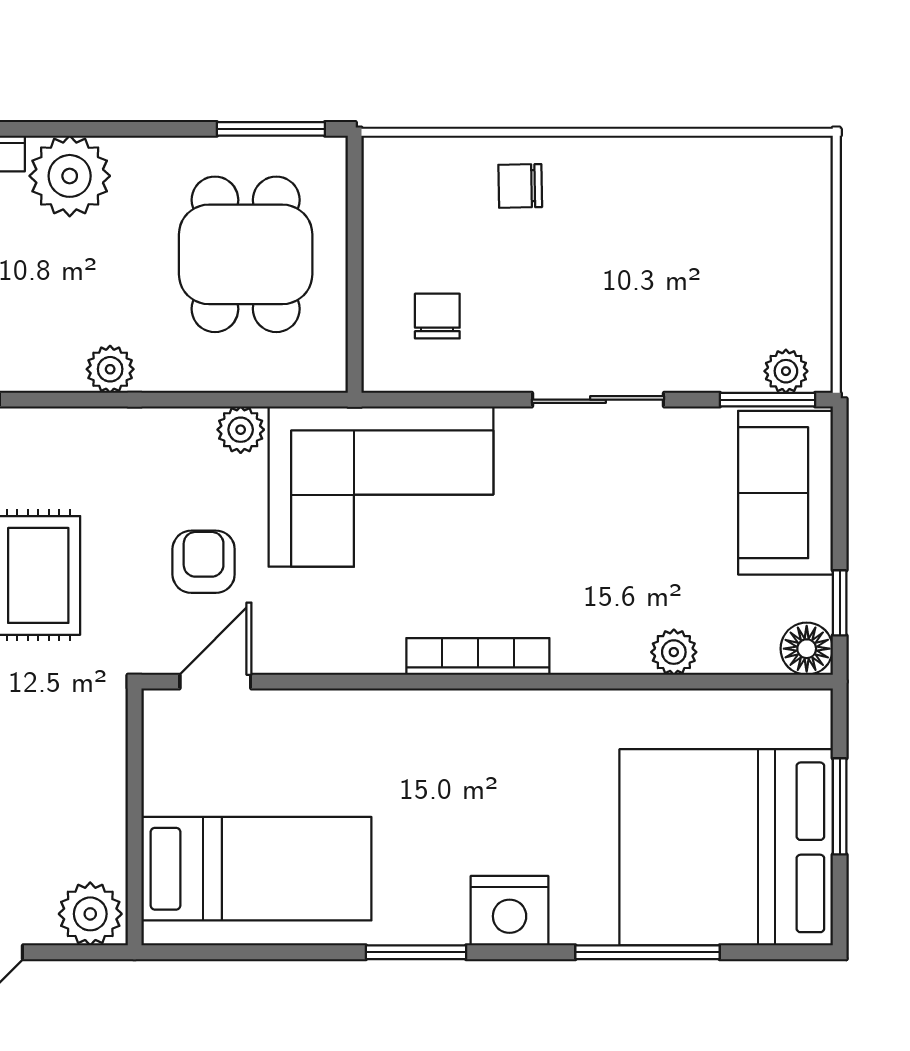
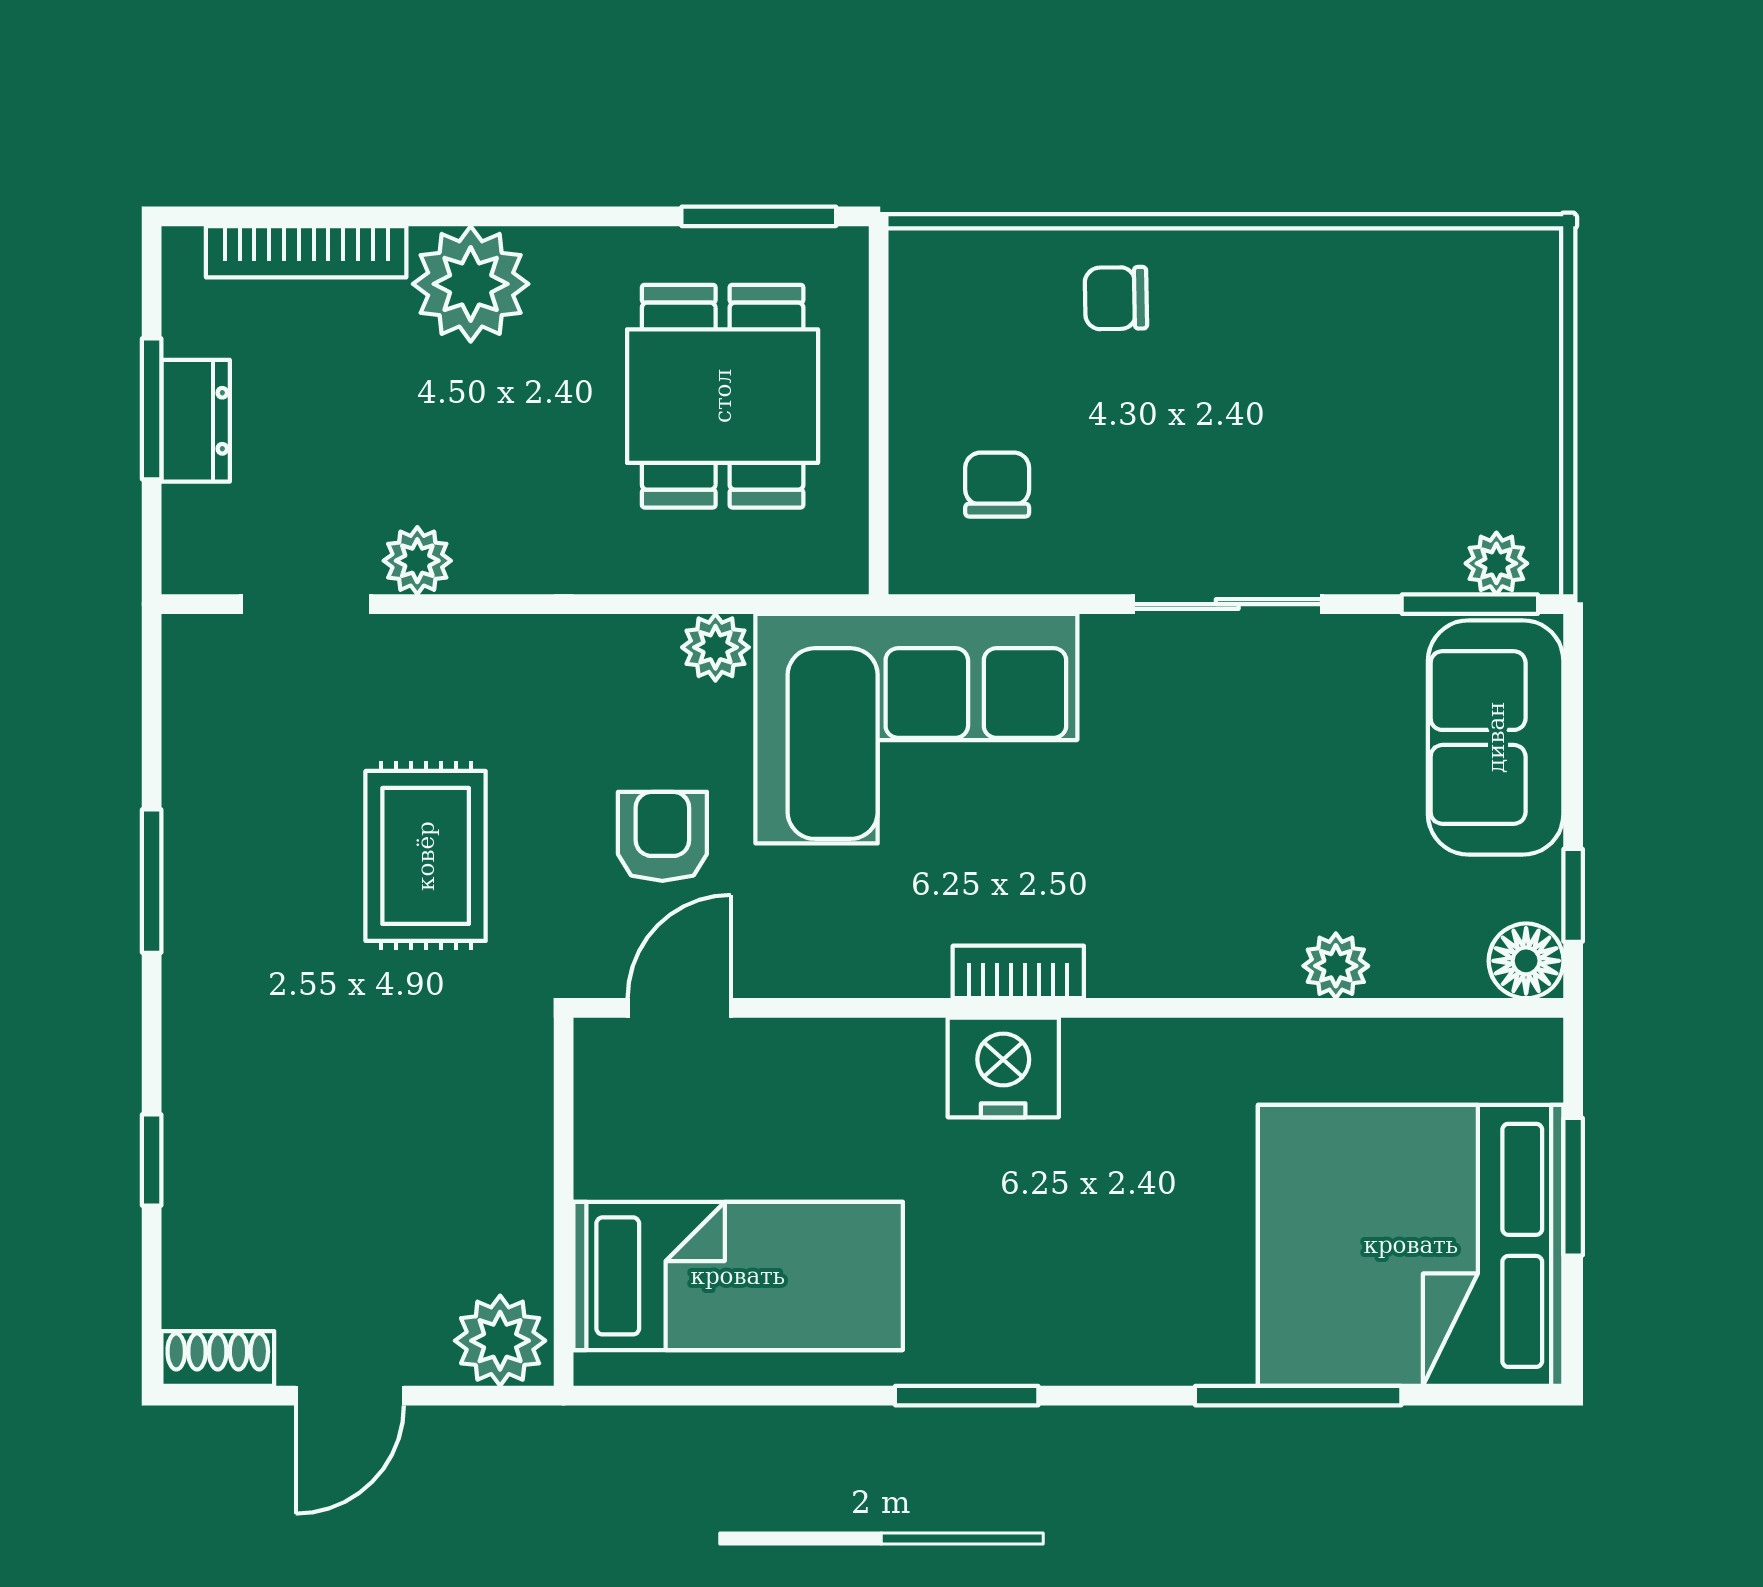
plant: (110, 369) -> (417, 561), moved
bookcase: (478, 656) -> (1018, 972), width x0.64
nightstand: (510, 911) -> (1003, 1067), moved, turned 180

